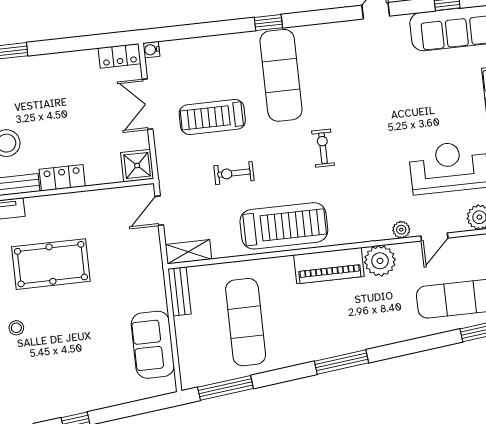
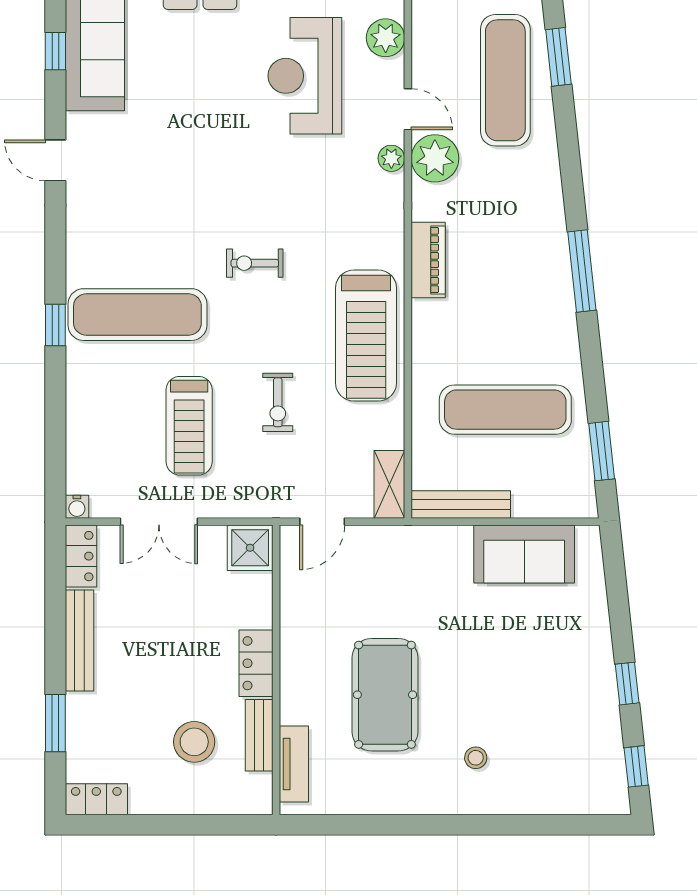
bench: (64, 61) -> (79, 640), added
door: (159, 211) -> (322, 522), hinge flipped
treadmill: (284, 226) -> (366, 335), turned 180
plant: (380, 261) -> (435, 158), moved
piano: (329, 266) -> (428, 260), width x0.73, depth x0.75
bench: (180, 291) -> (461, 504), width x1.36
window: (225, 388) -> (602, 451), width x0.69

